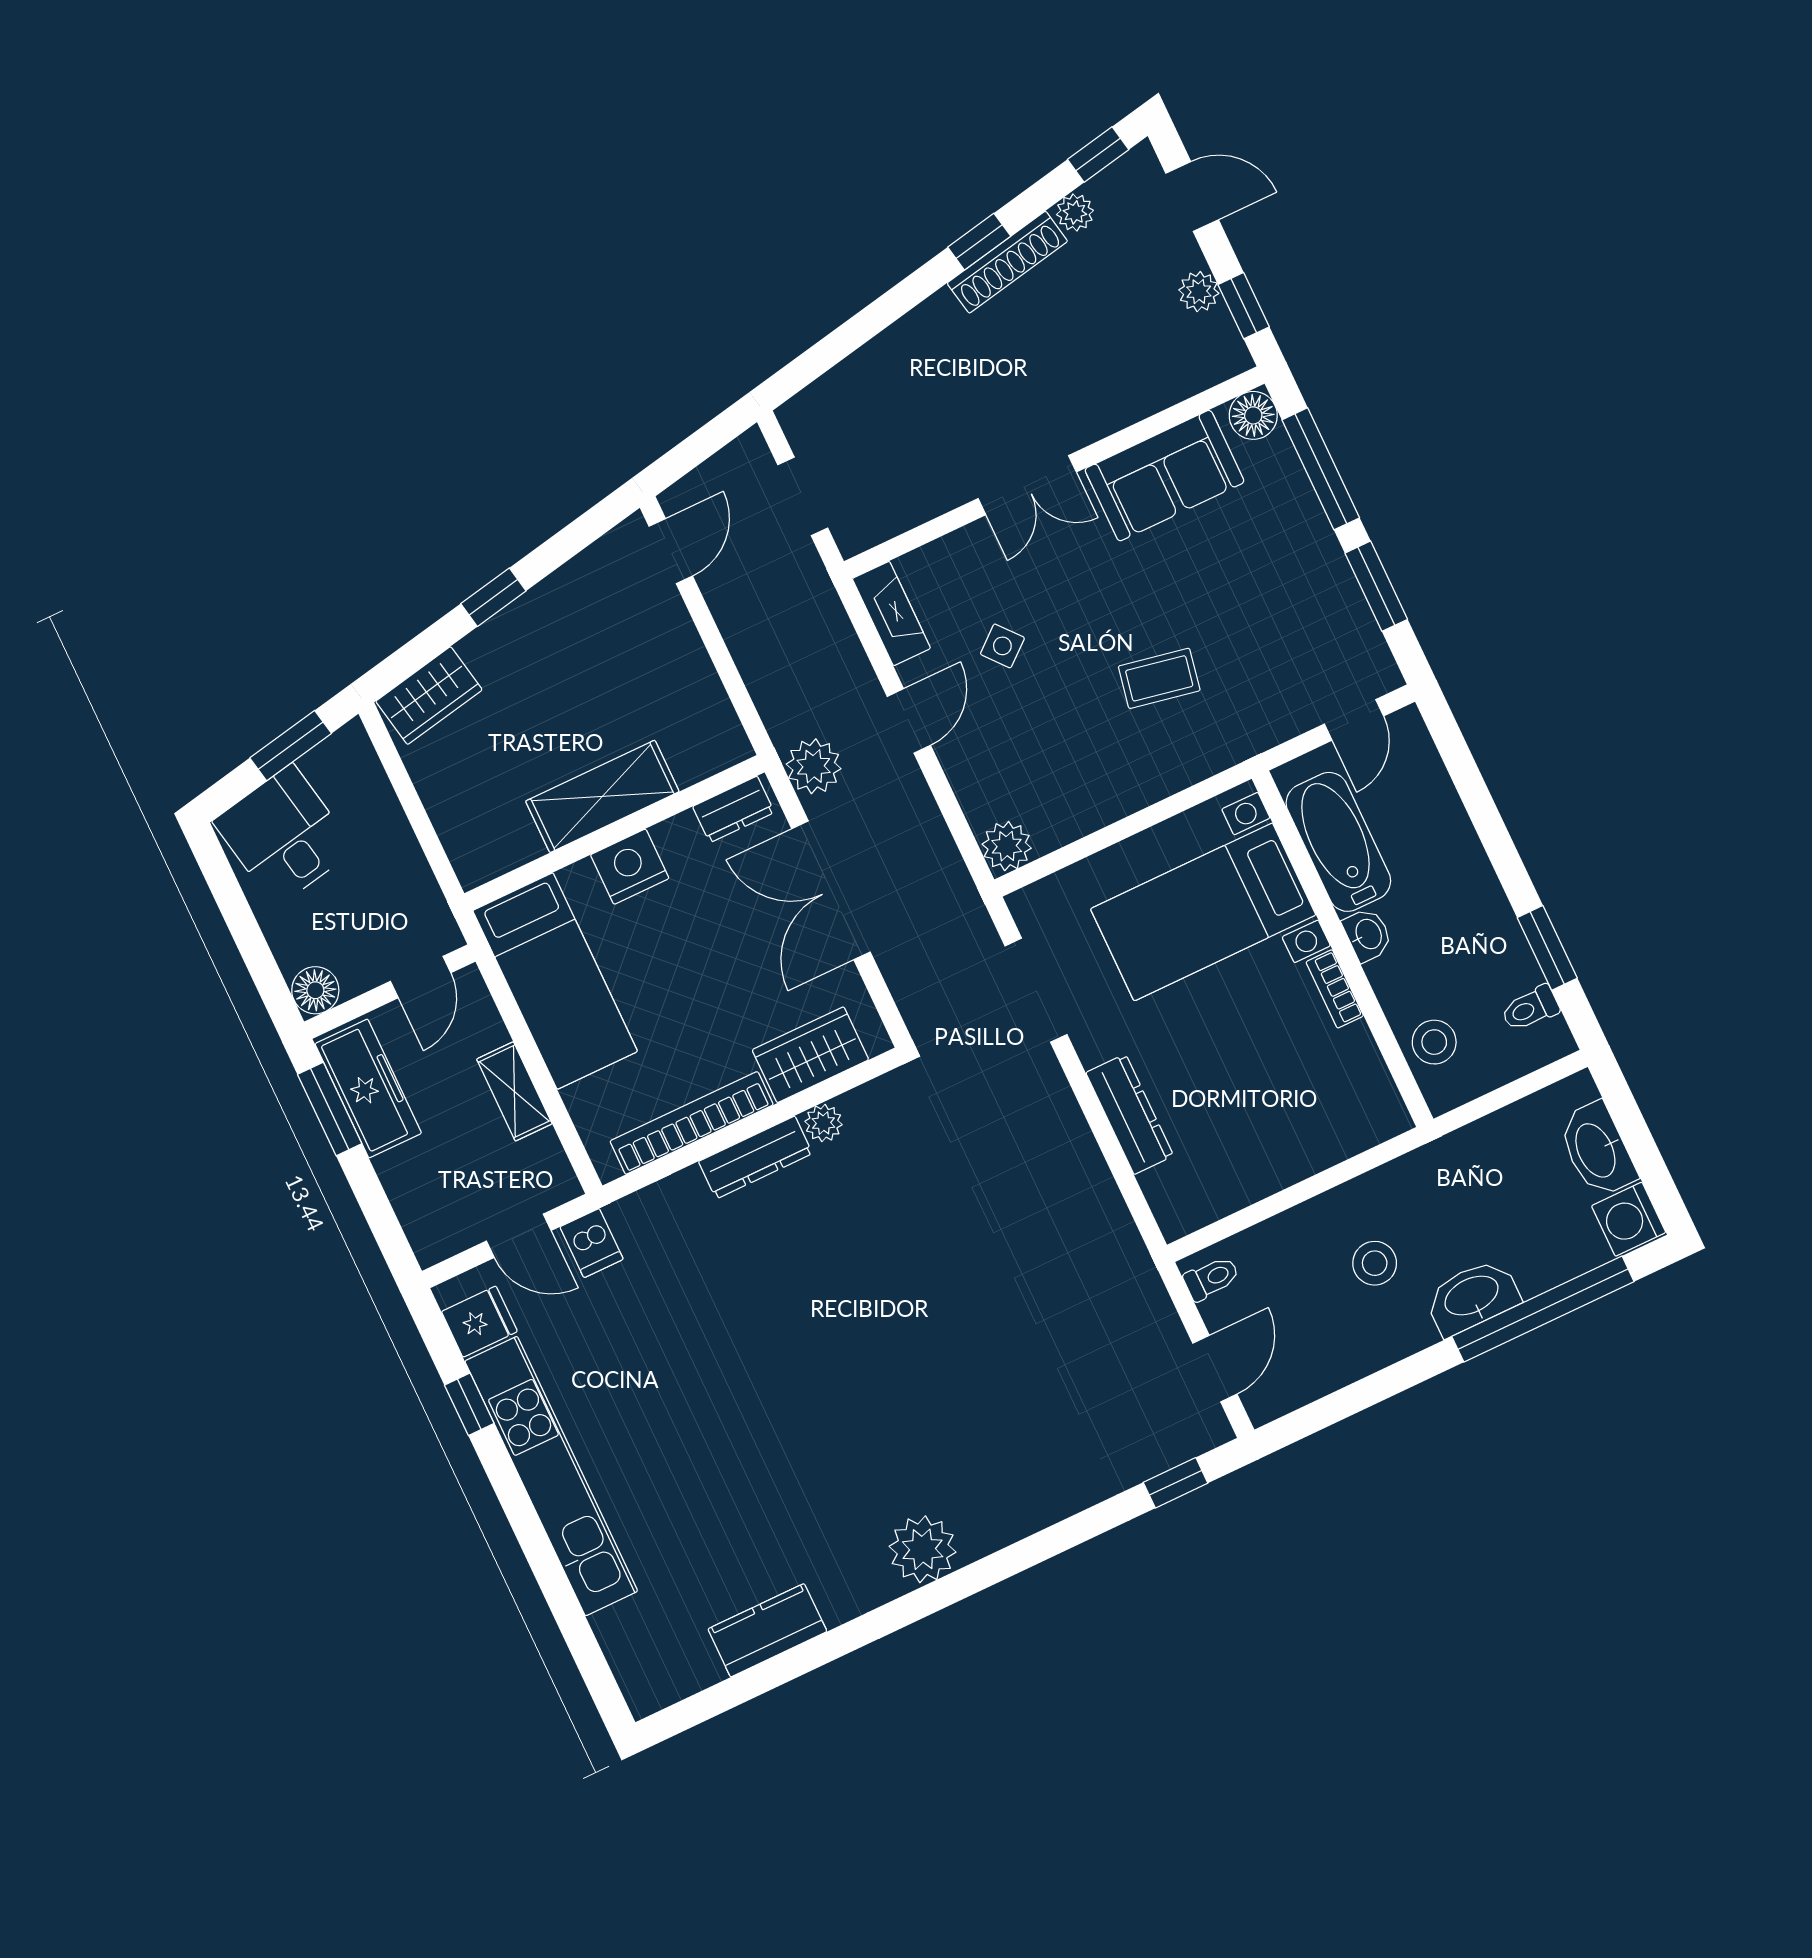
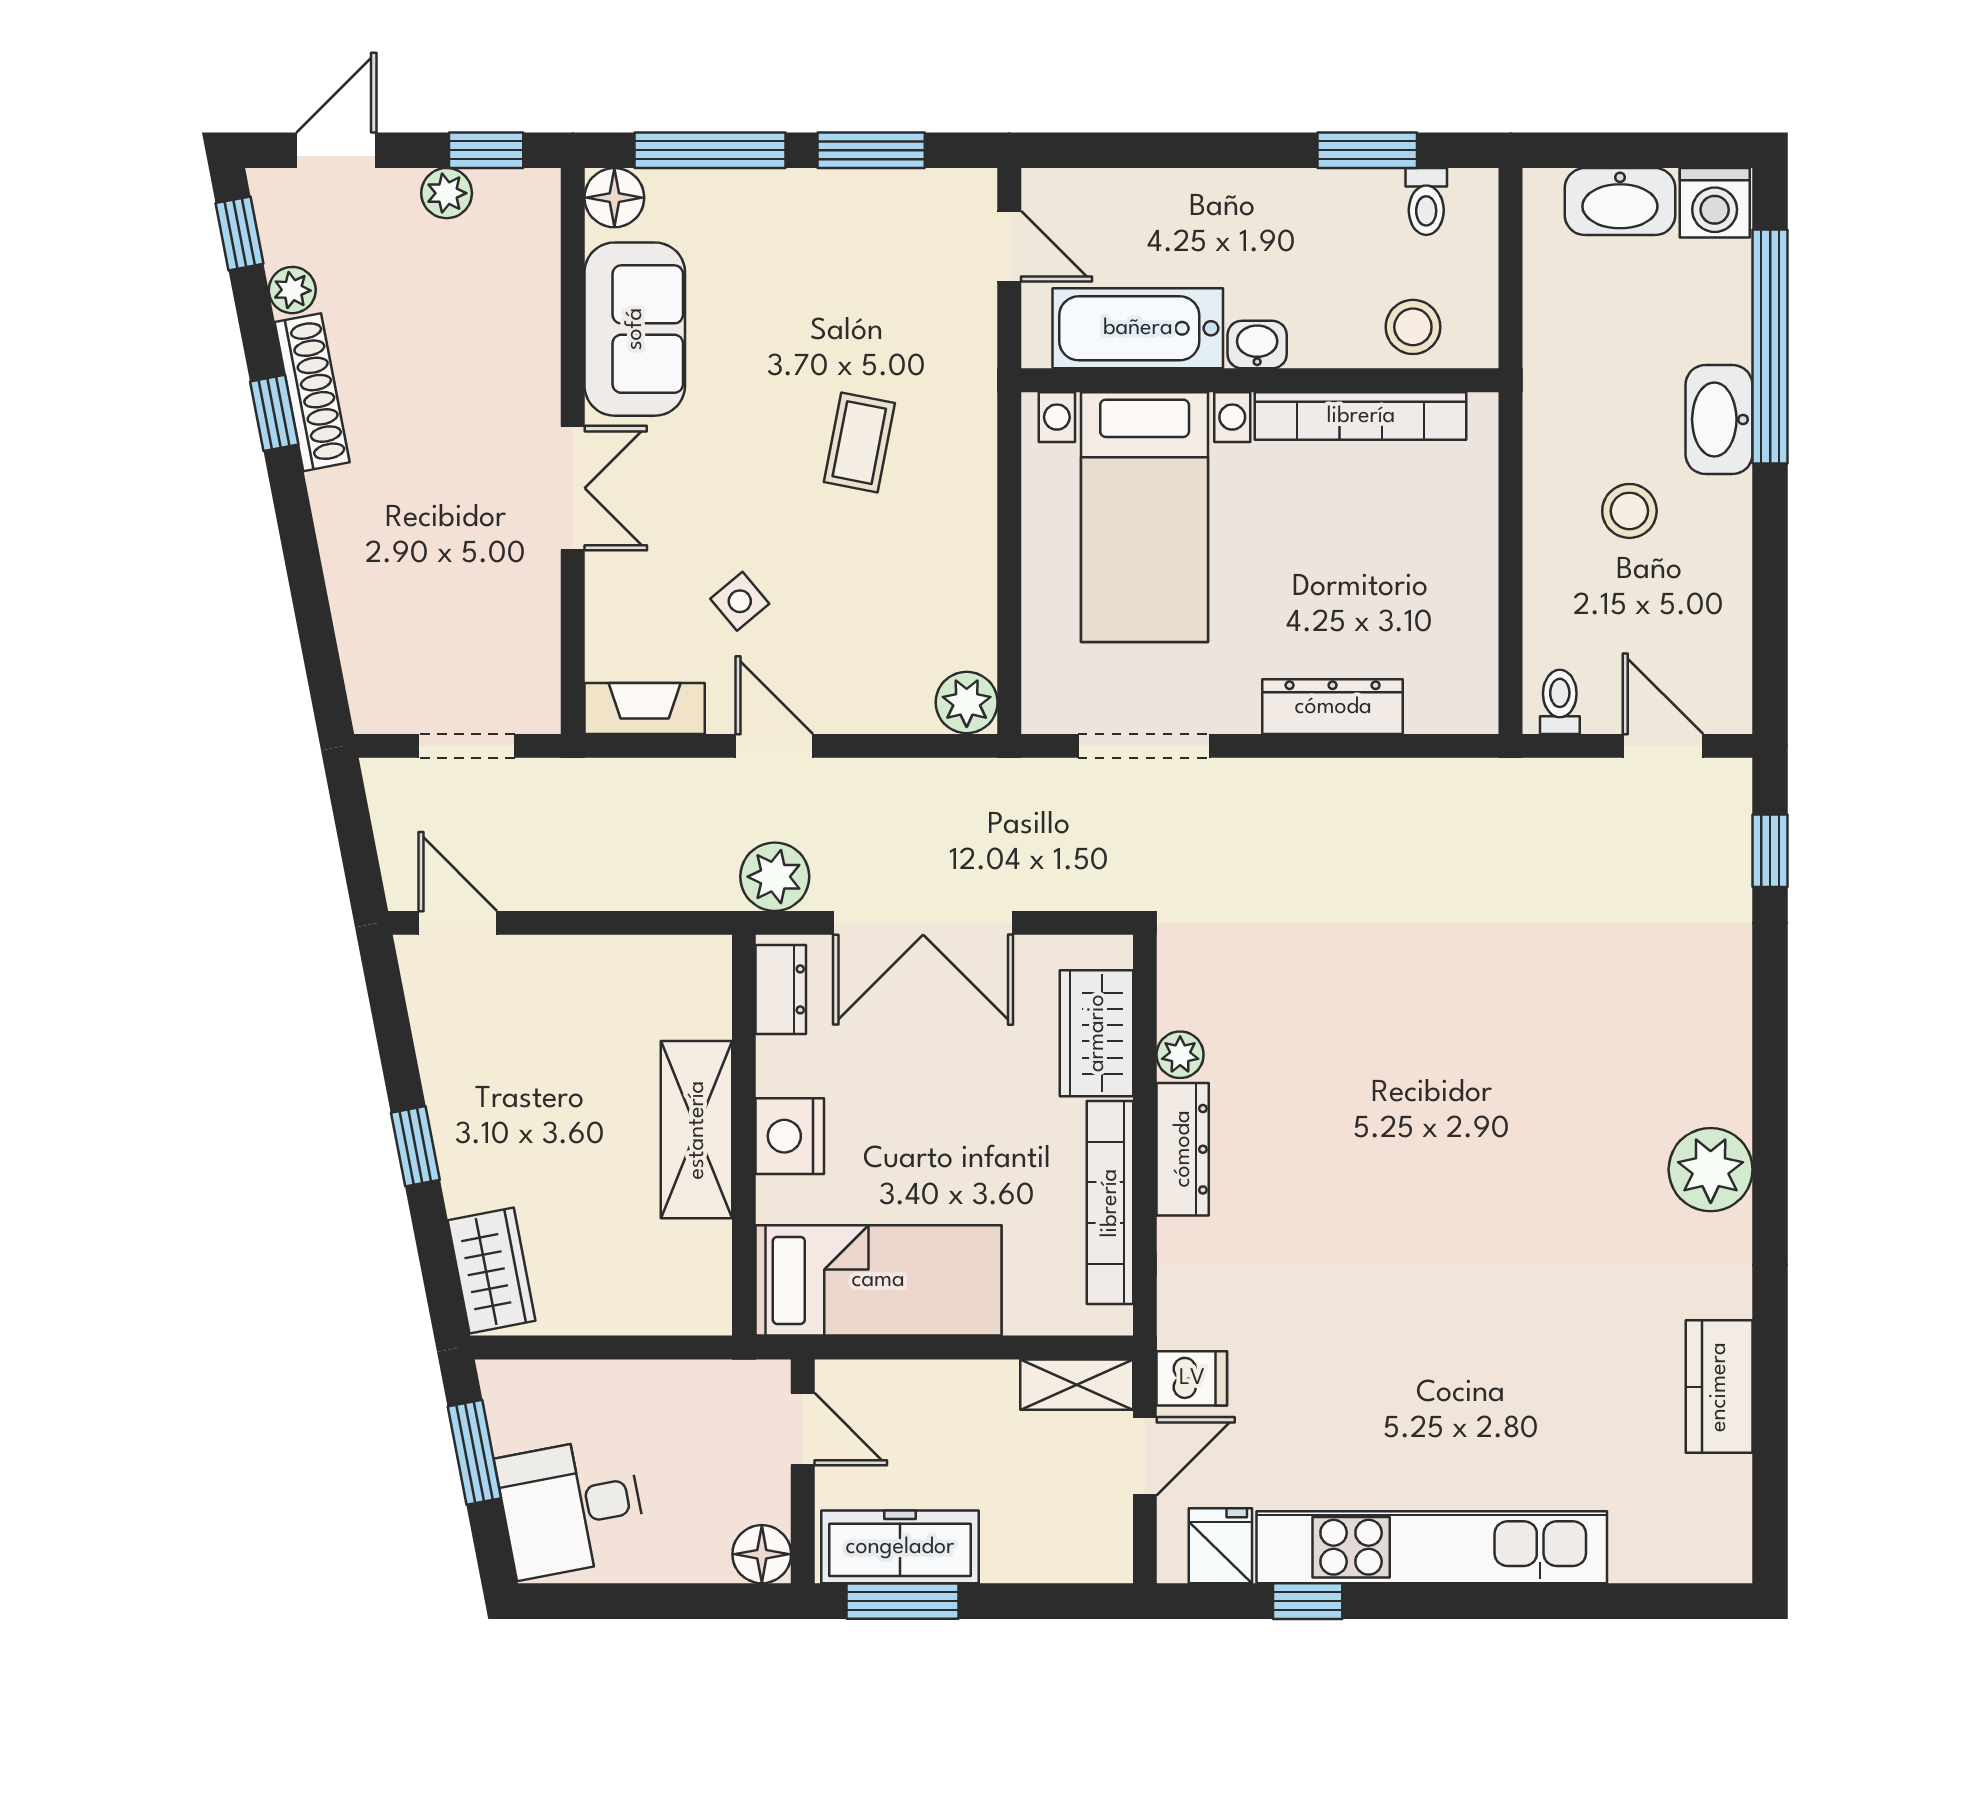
bookcase: (1335, 989) -> (1361, 416), width x2.31, depth x1.31
shelving: (514, 1091) -> (1077, 1385), moved

